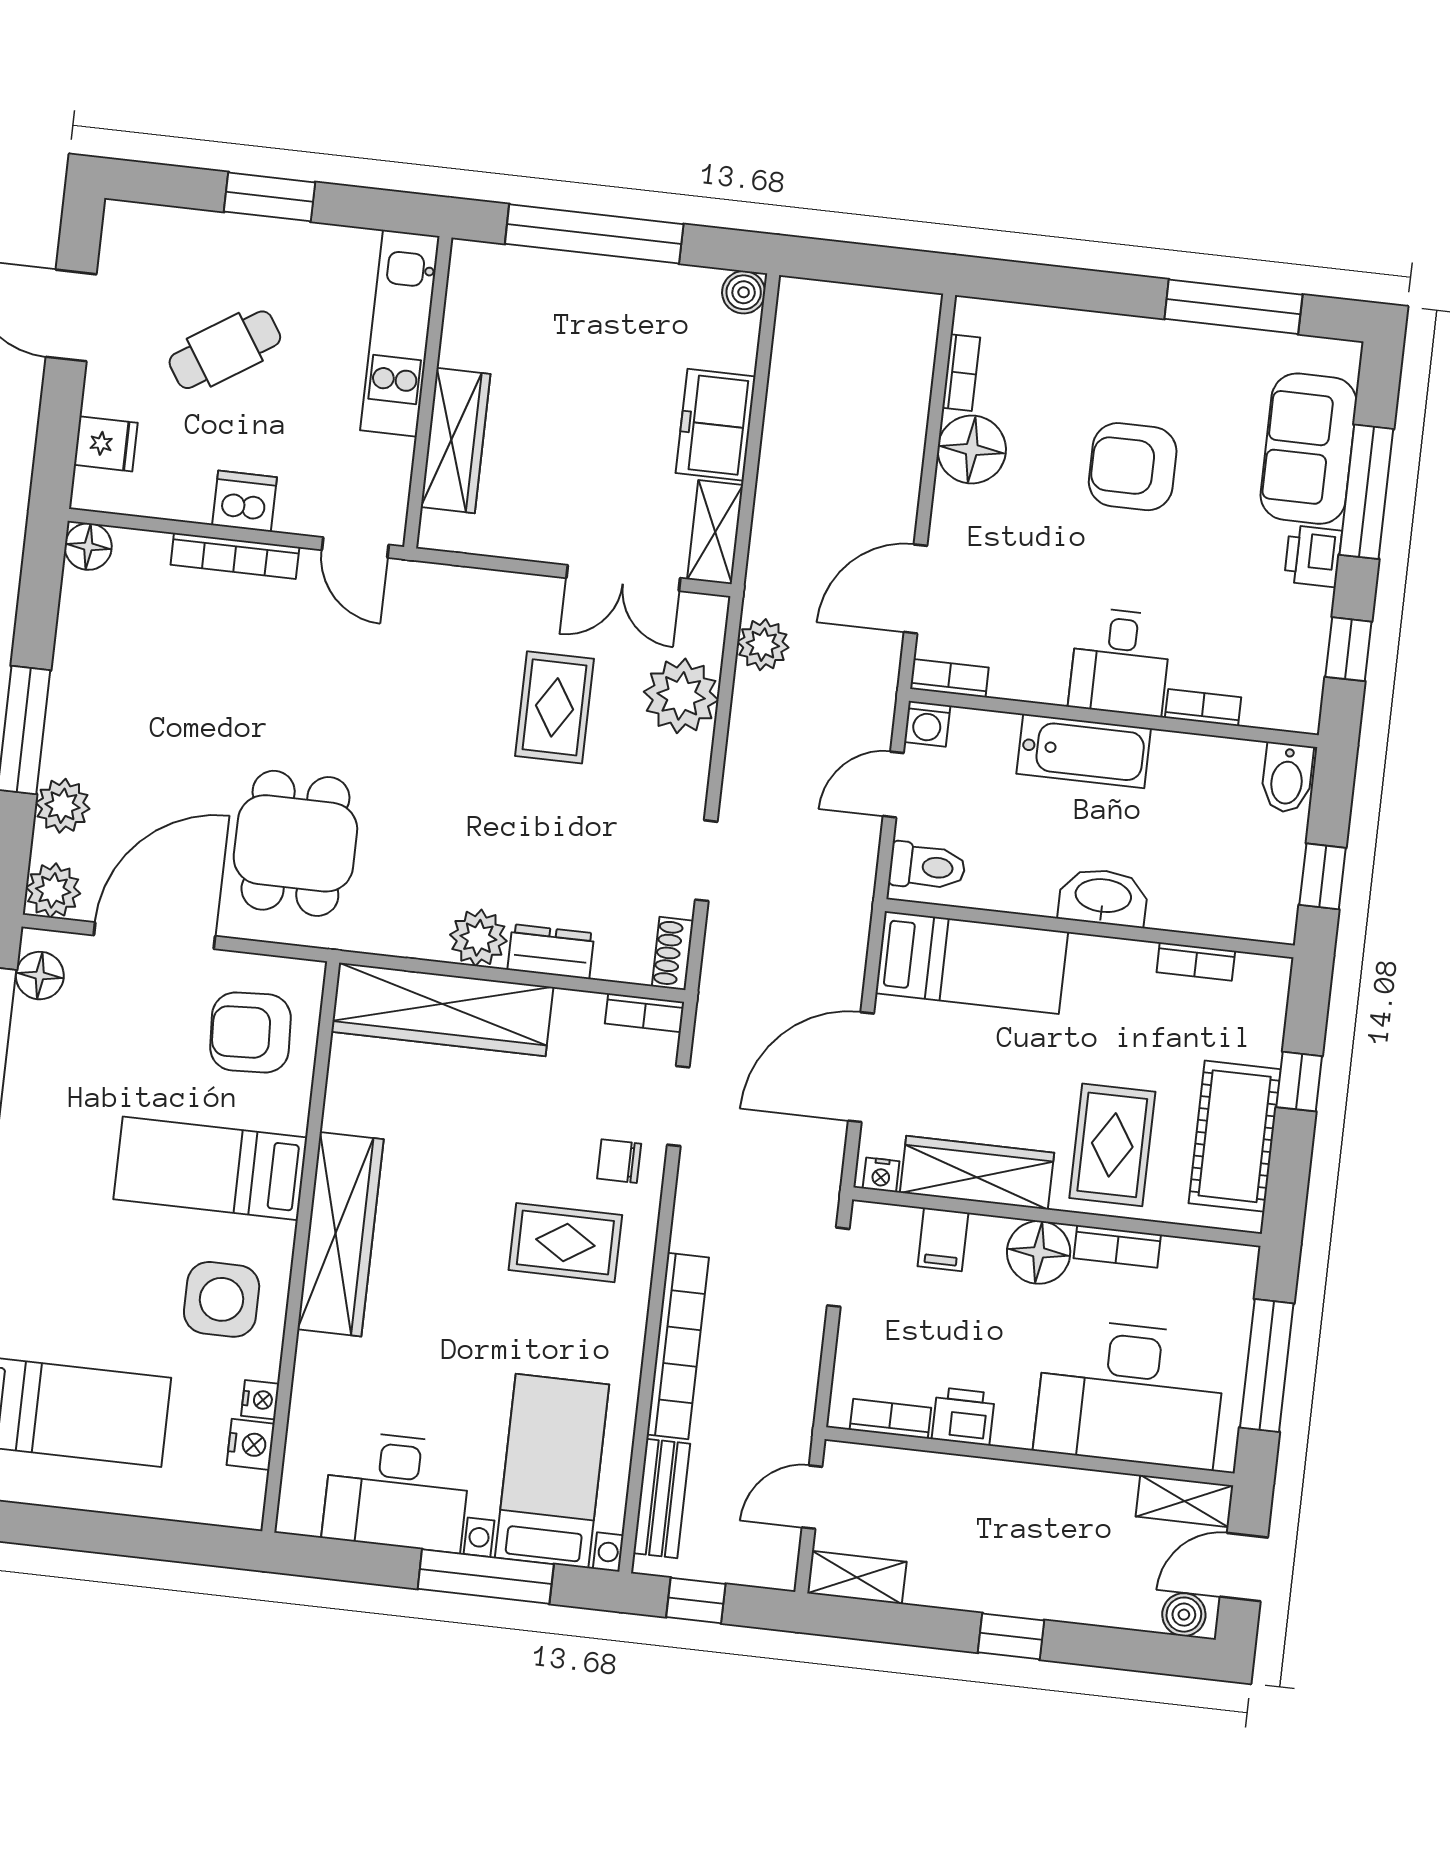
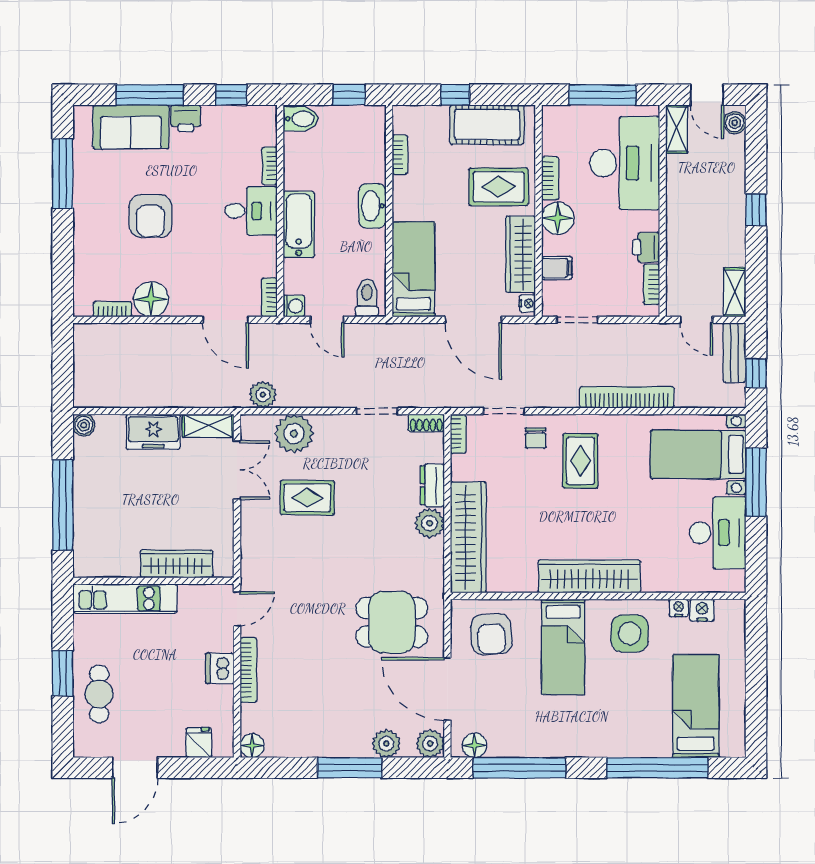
cafe table: (225, 350) -> (99, 694), moved, turned 33
bench: (662, 1498) -> (734, 353), moved, turned 90

